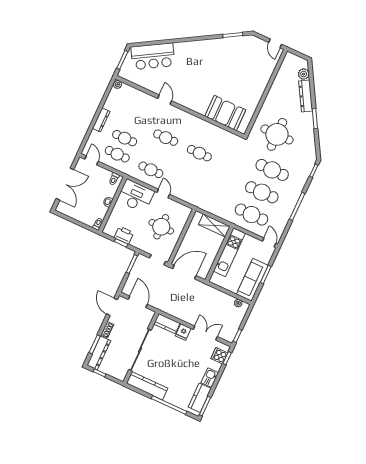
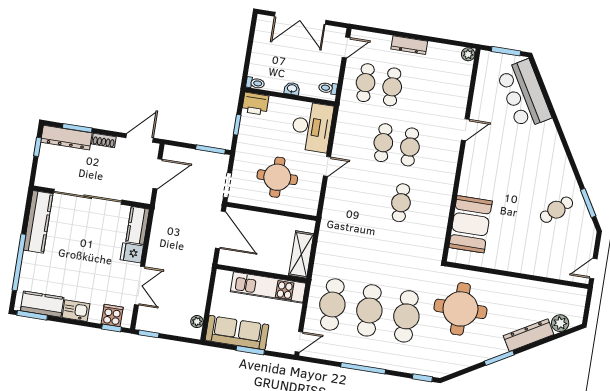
cafe table: (231, 56) -> (556, 210), added
cafe table: (151, 170) -> (383, 143), moved
printer: (124, 235) -> (255, 104), moved, turned 90

